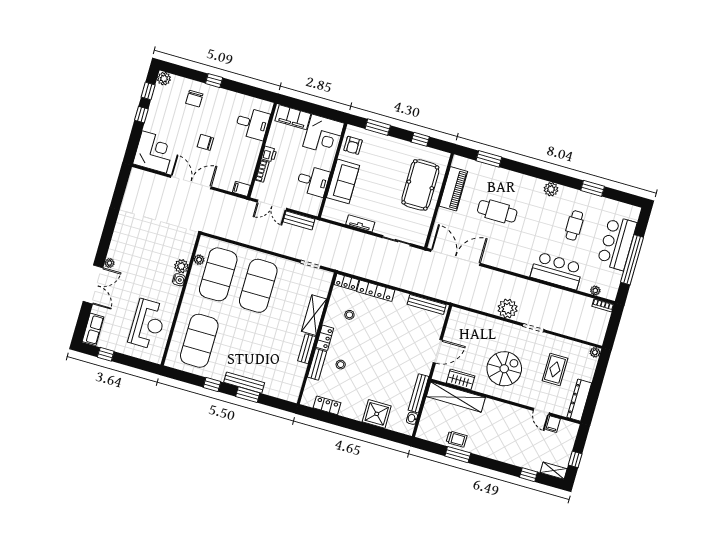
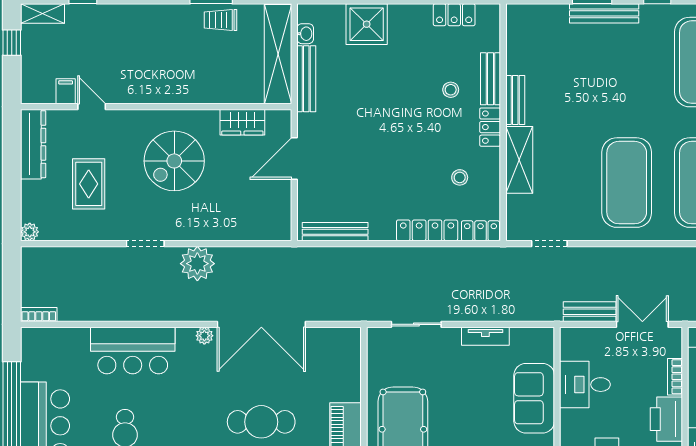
printer: (269, 154) -> (666, 419), width x1.87, depth x1.48
double door: (455, 257) -> (261, 324), moved
plant: (595, 291) -> (204, 336), moved
shelving: (456, 397) -> (278, 54), moved, turned 90

